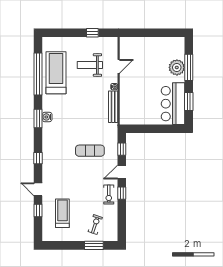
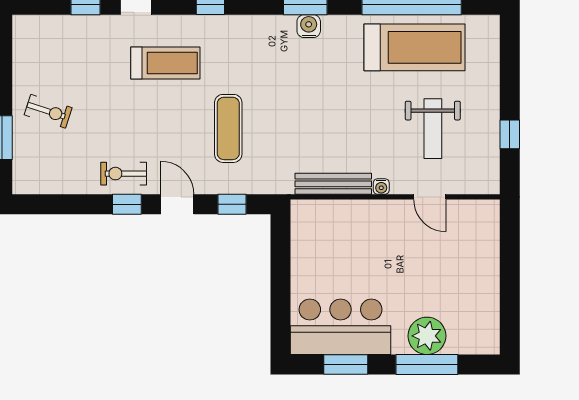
weight bench: (90, 65) -> (433, 129), turned 180
treadmill: (62, 213) -> (165, 63), moved
exercise bike: (95, 225) -> (48, 111), moved

